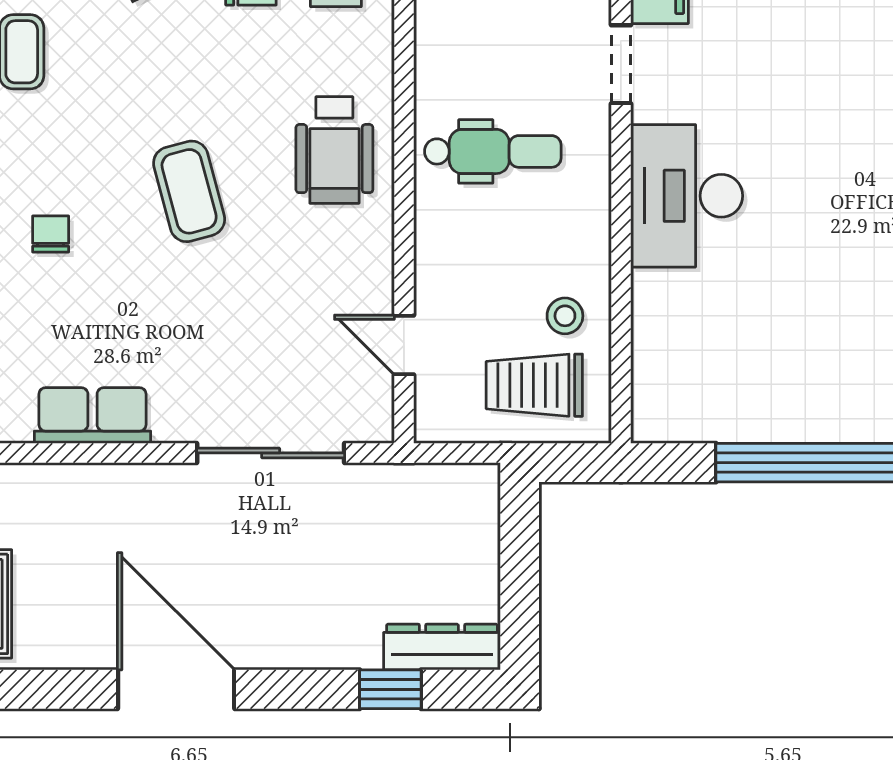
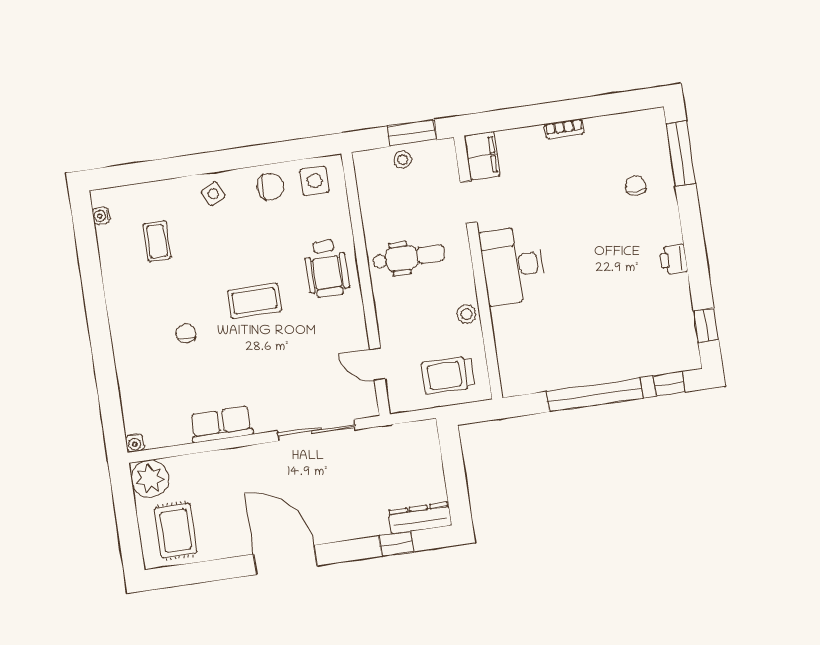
coffee table: (189, 191) -> (254, 301), turned -75
stool: (565, 316) -> (466, 314), moved

